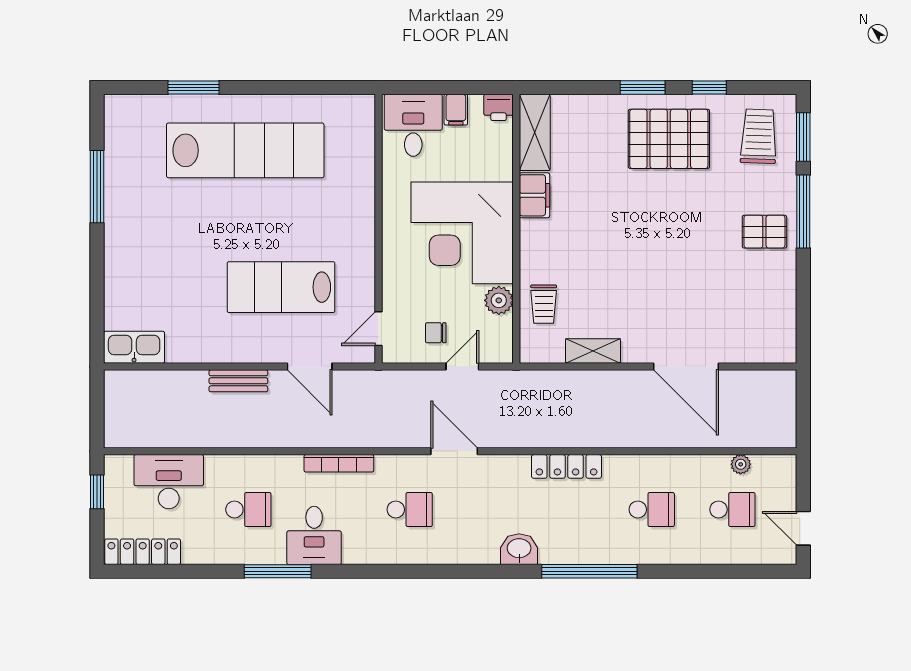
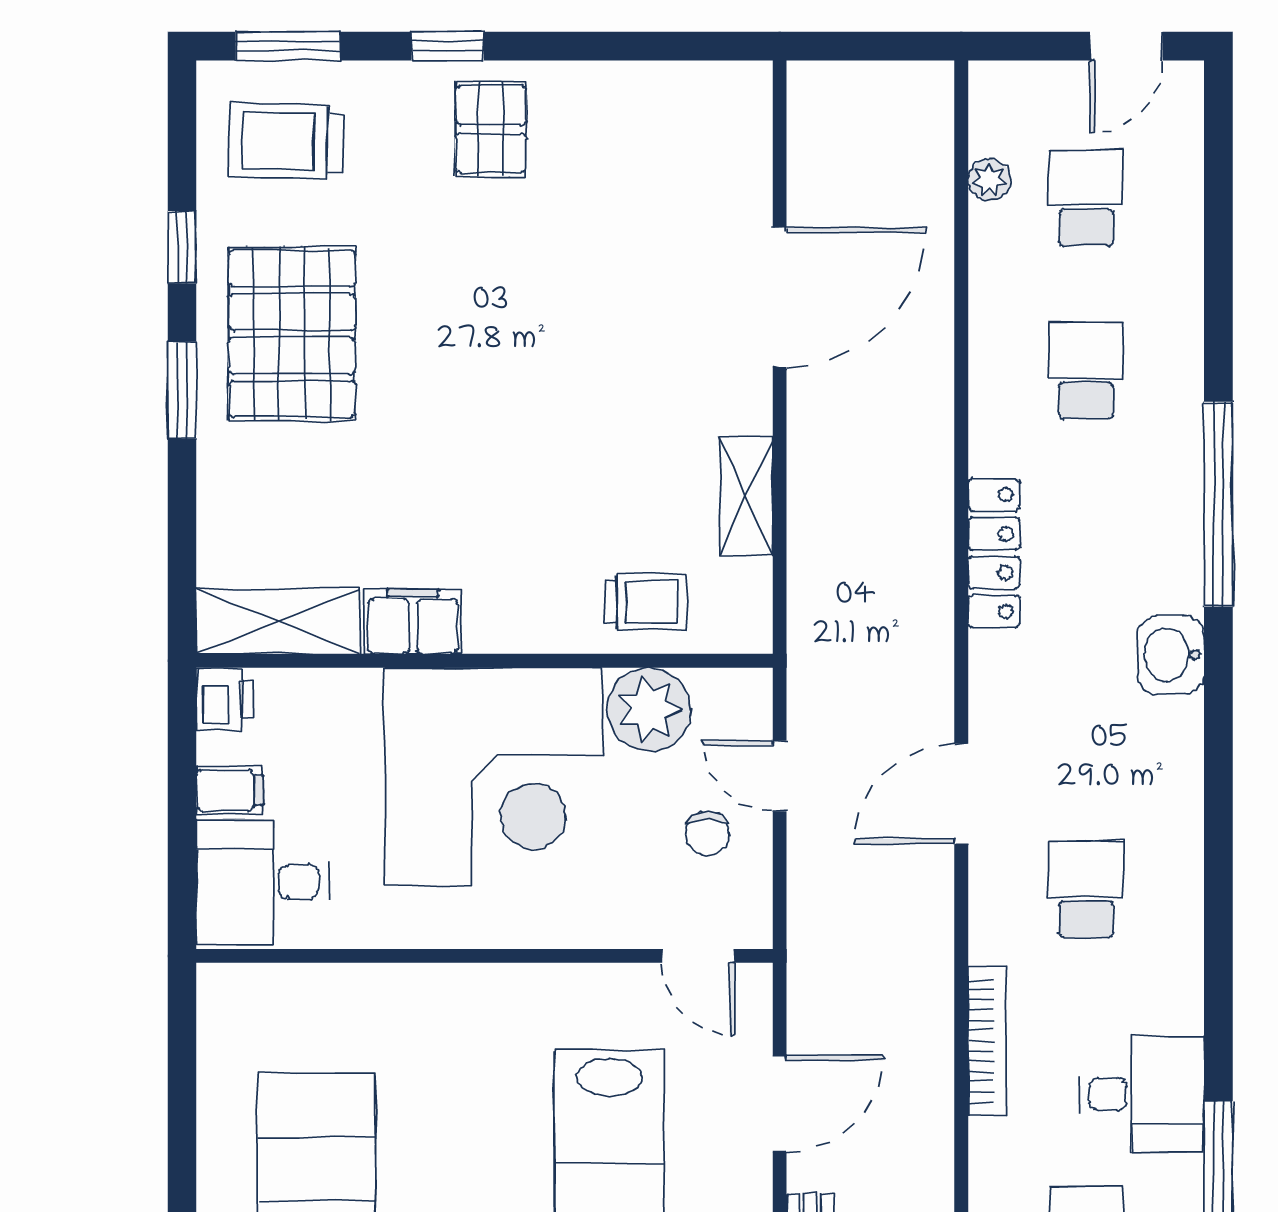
window: (803, 212) -> (448, 46), width x0.46
plant: (499, 300) -> (649, 709), width x1.36, depth x1.36

